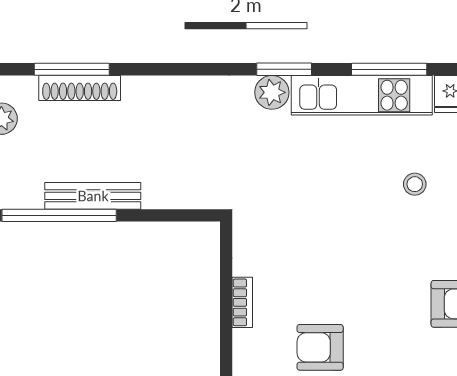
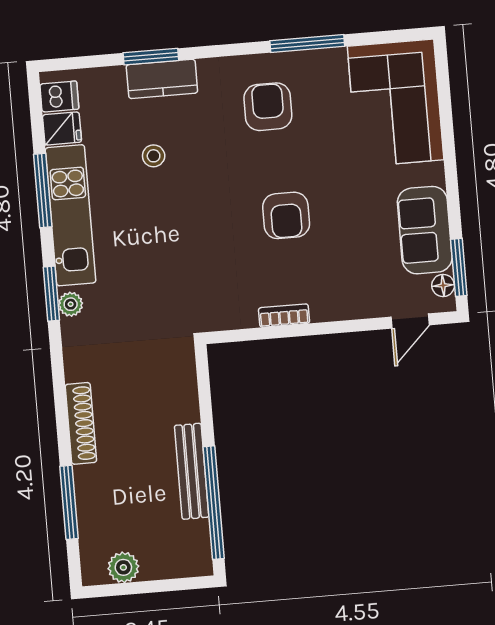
shoe rack: (80, 88) -> (81, 423), moved
plant: (272, 92) -> (71, 304), width x0.73, depth x0.73
armchair: (320, 347) -> (286, 215), moved

